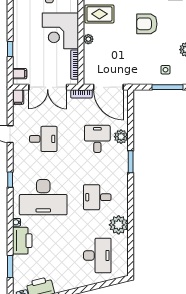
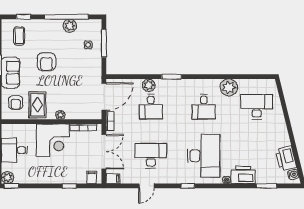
desk: (43, 139) -> (151, 156), width x1.37
desk: (97, 139) -> (151, 107), turned -90

